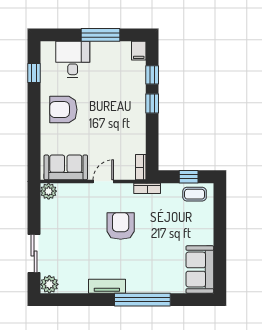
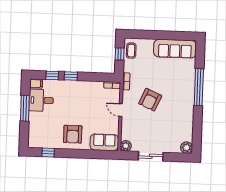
desk: (73, 59) -> (41, 100), moved
sofa: (66, 167) -> (104, 142), moved, turned 90
armchair: (121, 226) -> (150, 100), turned -66
sliding door: (34, 254) -> (151, 156), moved
sofa: (200, 270) -> (175, 49), width x1.36
tv unit: (107, 286) -> (189, 110), removed

